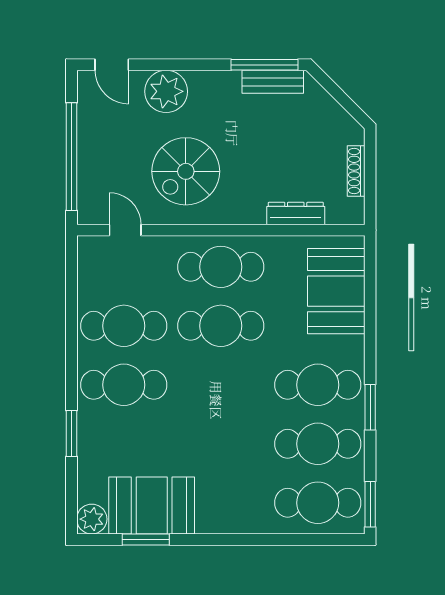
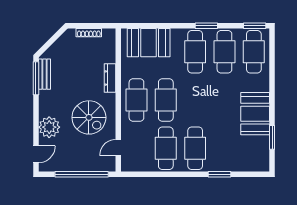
dresser: (296, 213) -> (110, 78), moved
booth: (152, 505) -> (255, 114), moved
plant: (92, 519) -> (262, 164), removed

